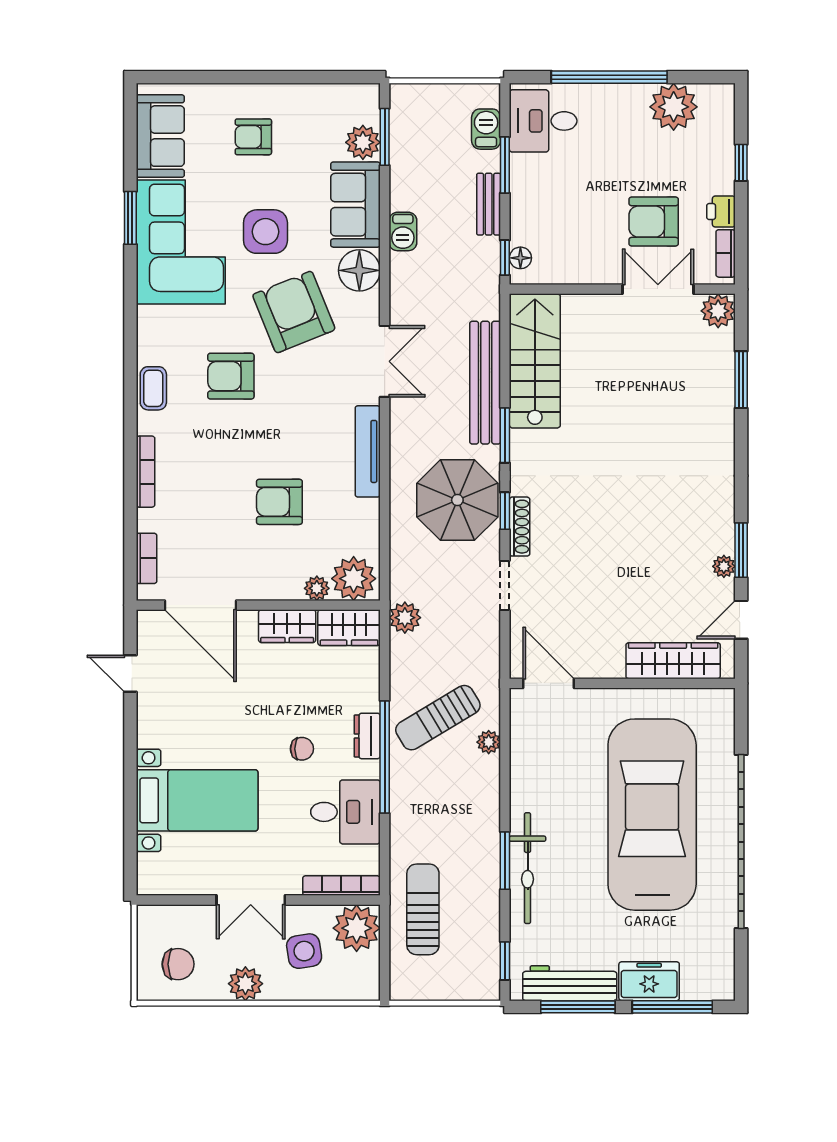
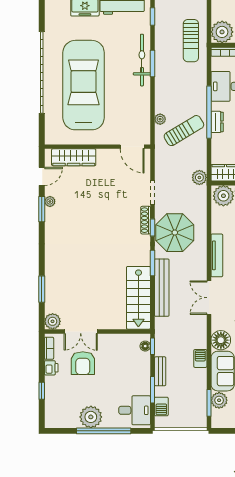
plant: (674, 107) -> (91, 417), moved
armchair: (654, 222) -> (83, 363), turned 90
car: (652, 815) -> (84, 85), turned 180

